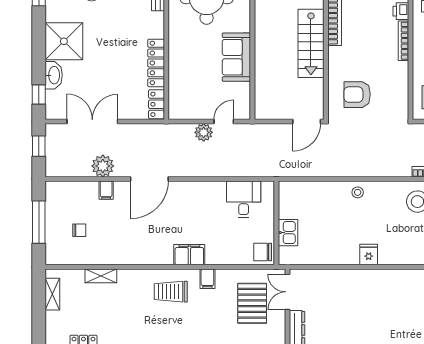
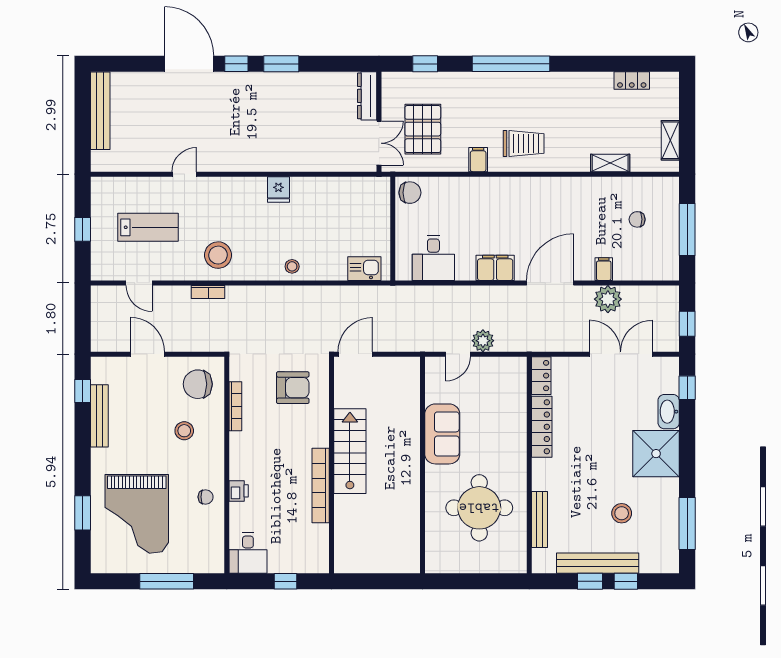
bookcase: (403, 41) -> (235, 406), moved
double door: (92, 122) -> (621, 354), swing flipped
kitchen sink: (288, 233) -> (364, 269), moved, turned 90
filing cabinet: (189, 255) -> (495, 268), moved, turned 180

